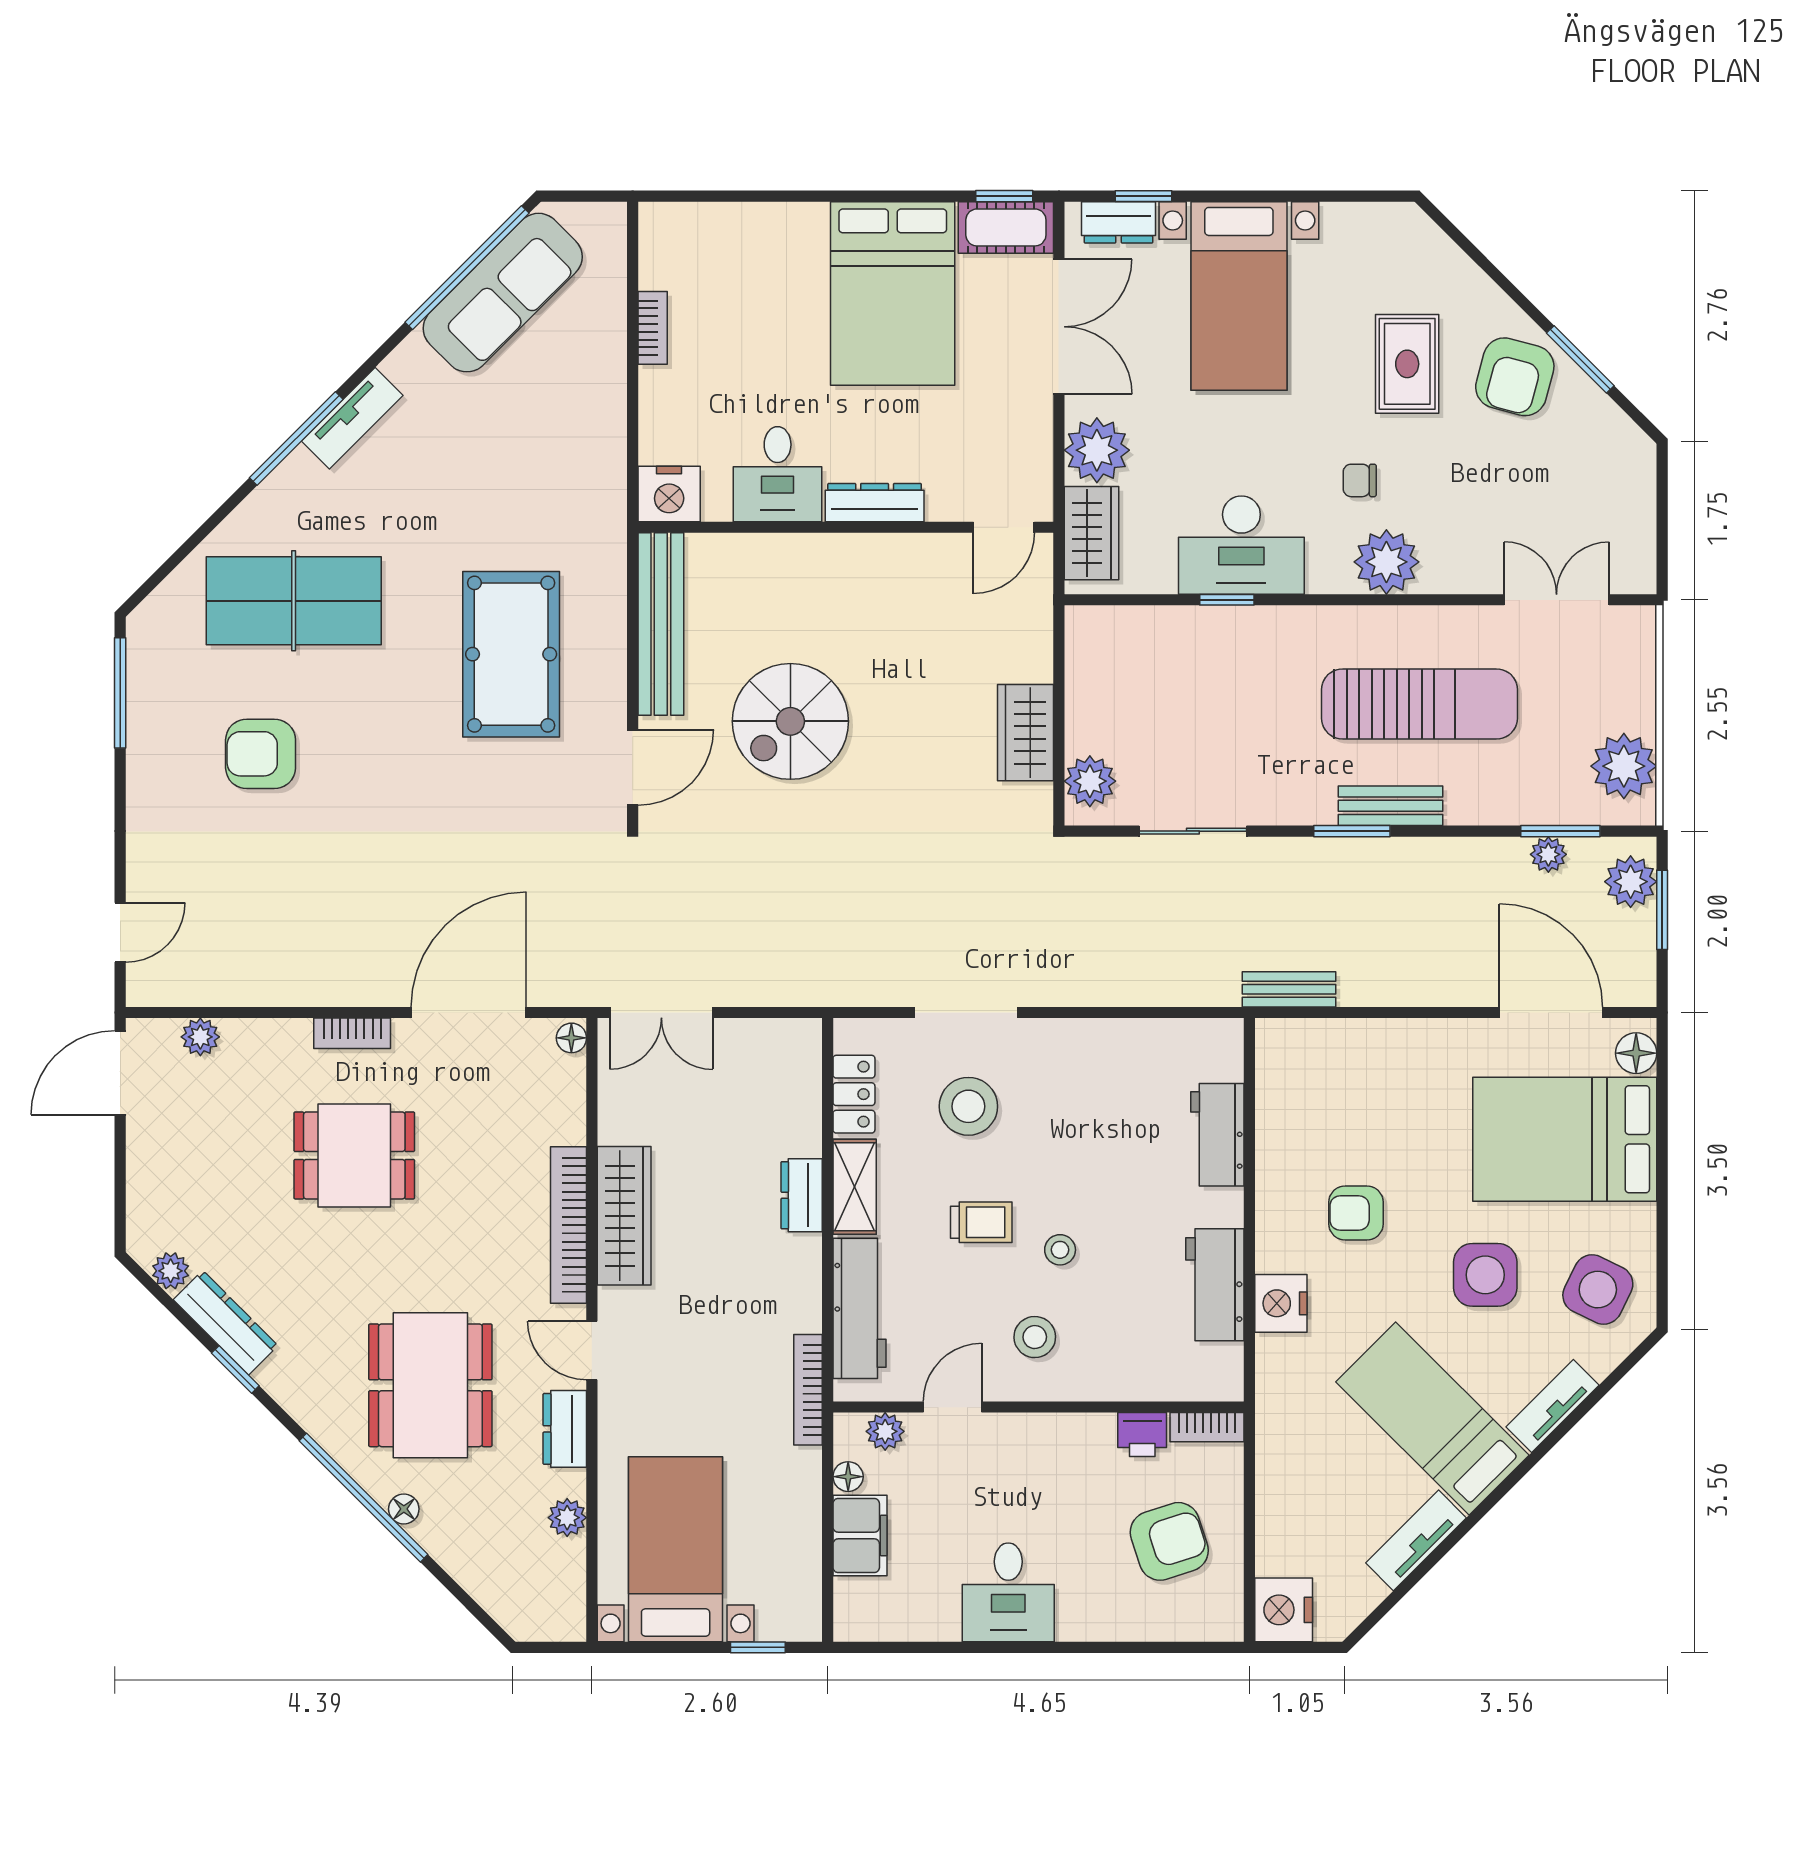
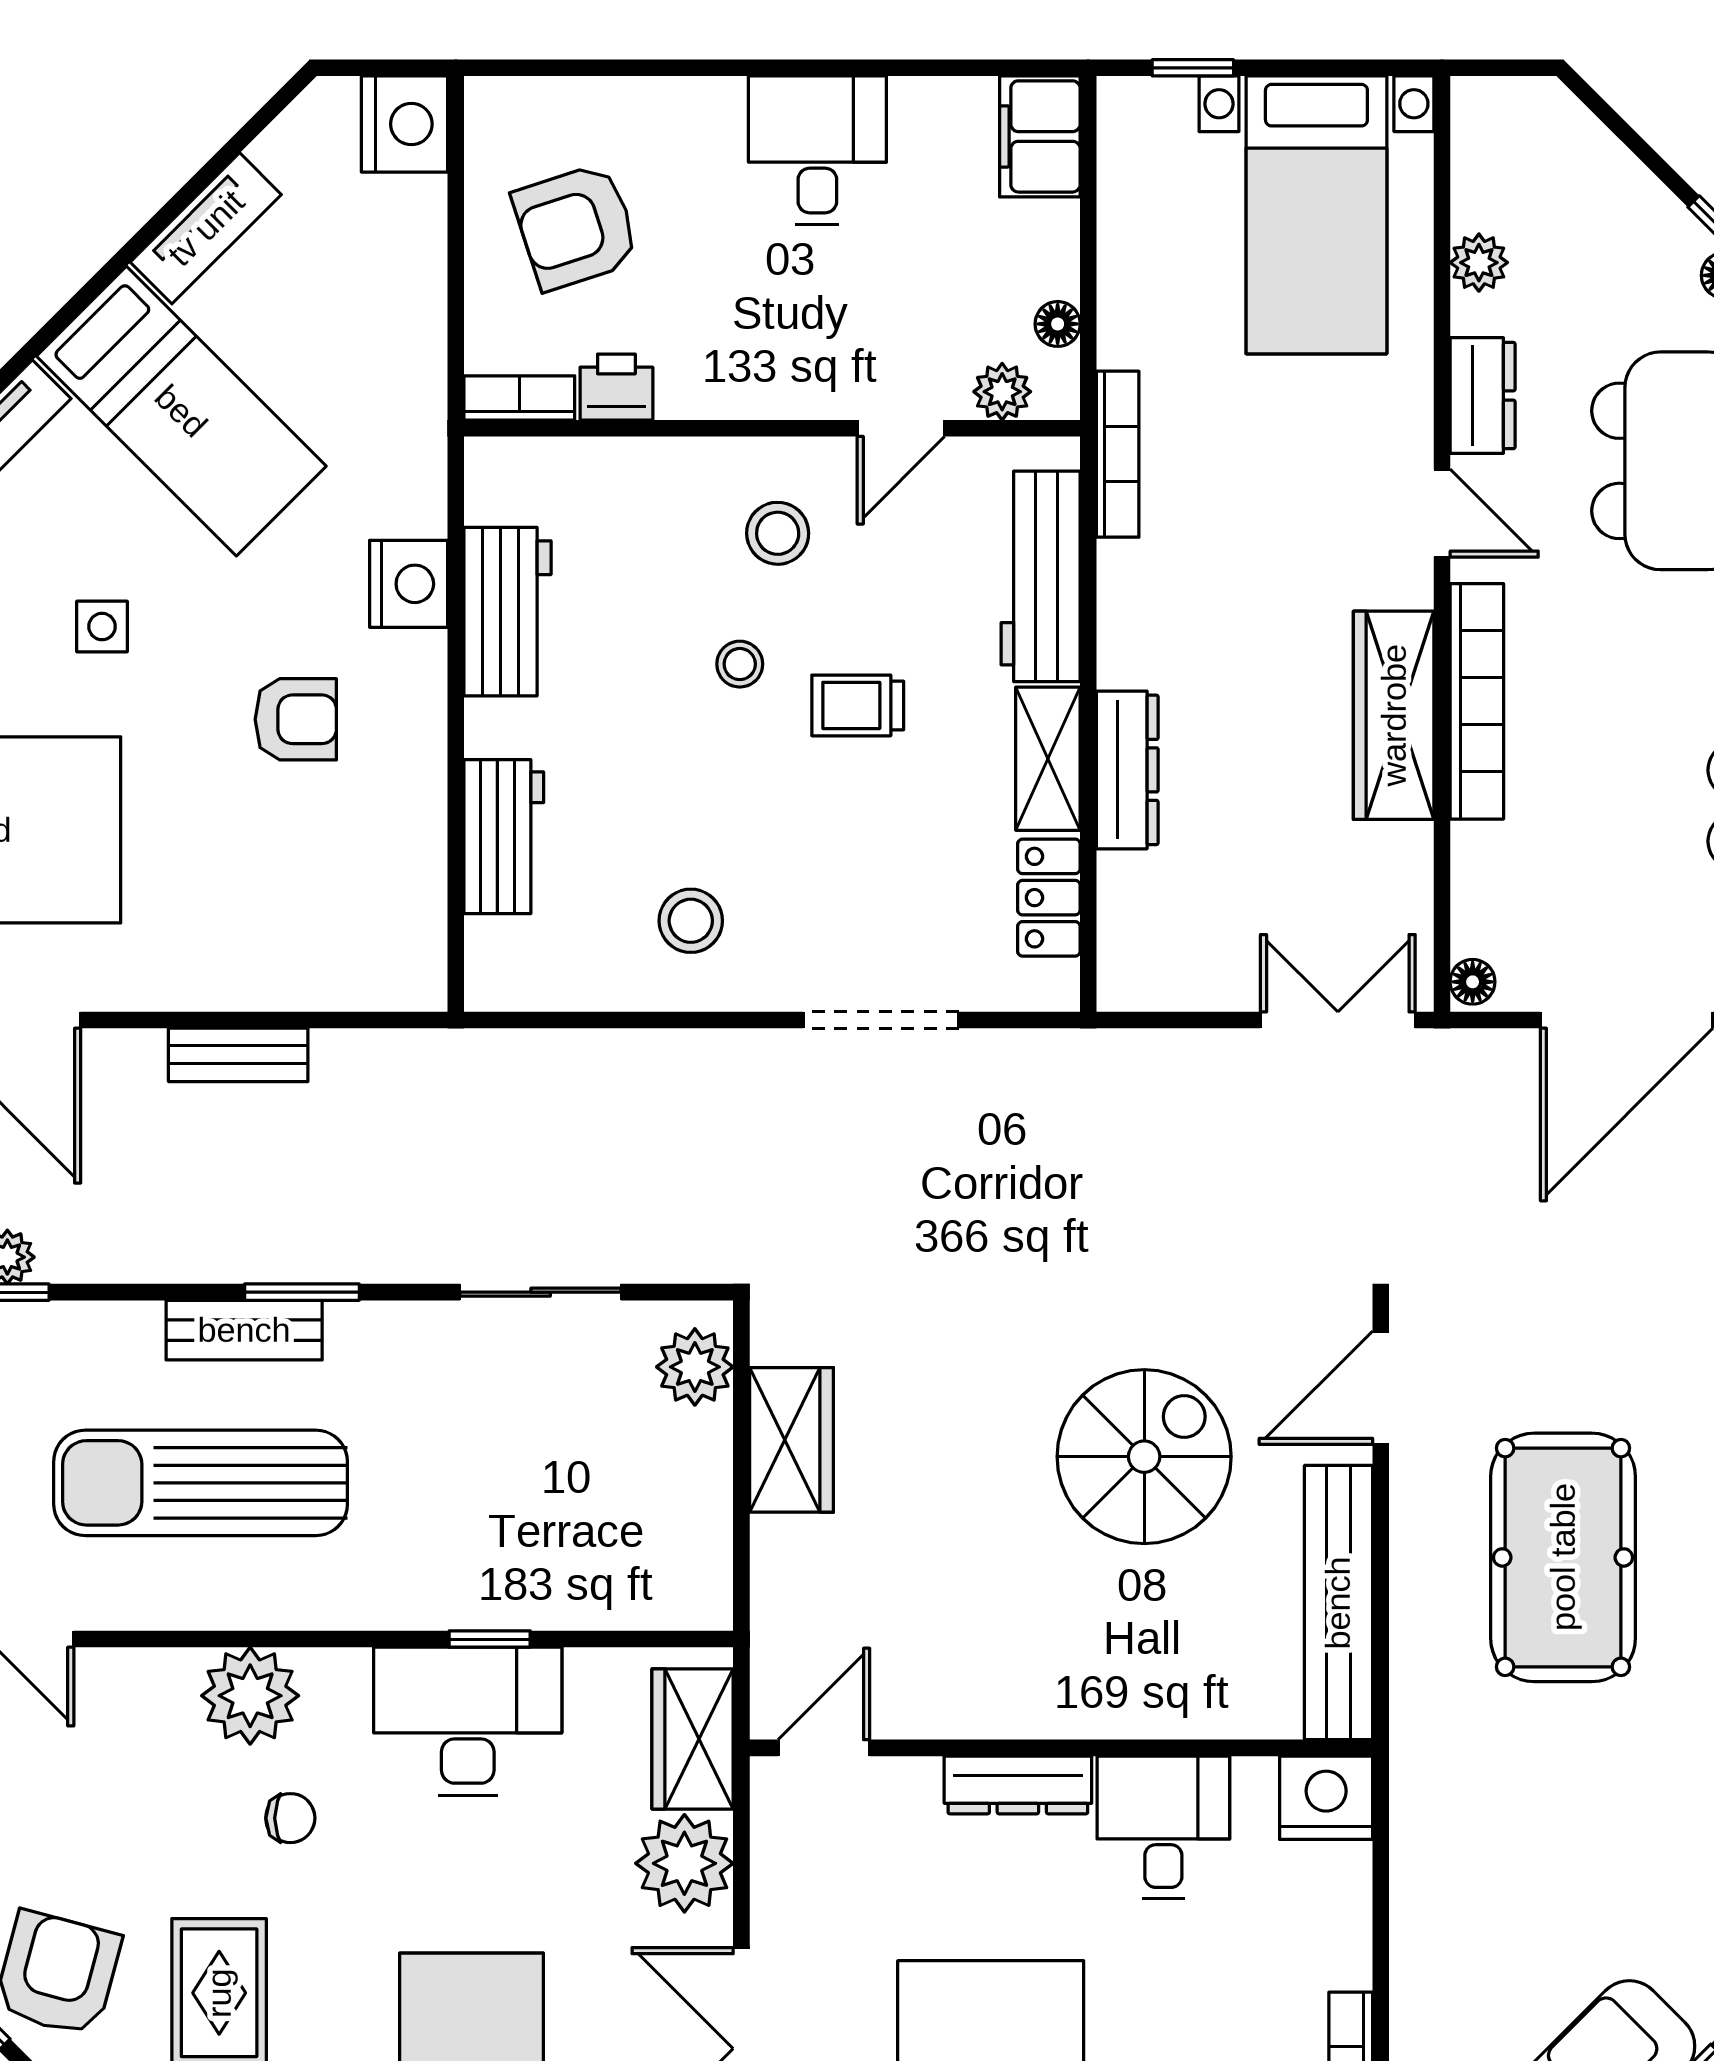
bench: (1289, 989) -> (238, 1055), moved
stool: (968, 1106) -> (691, 921), moved, width x0.73, depth x0.73
dresser: (802, 1195) -> (1127, 770), width x1.44
side table: (1485, 1275) -> (102, 627), width x0.54, depth x0.54
filing cabinet: (860, 1536) -> (1040, 136), moved

